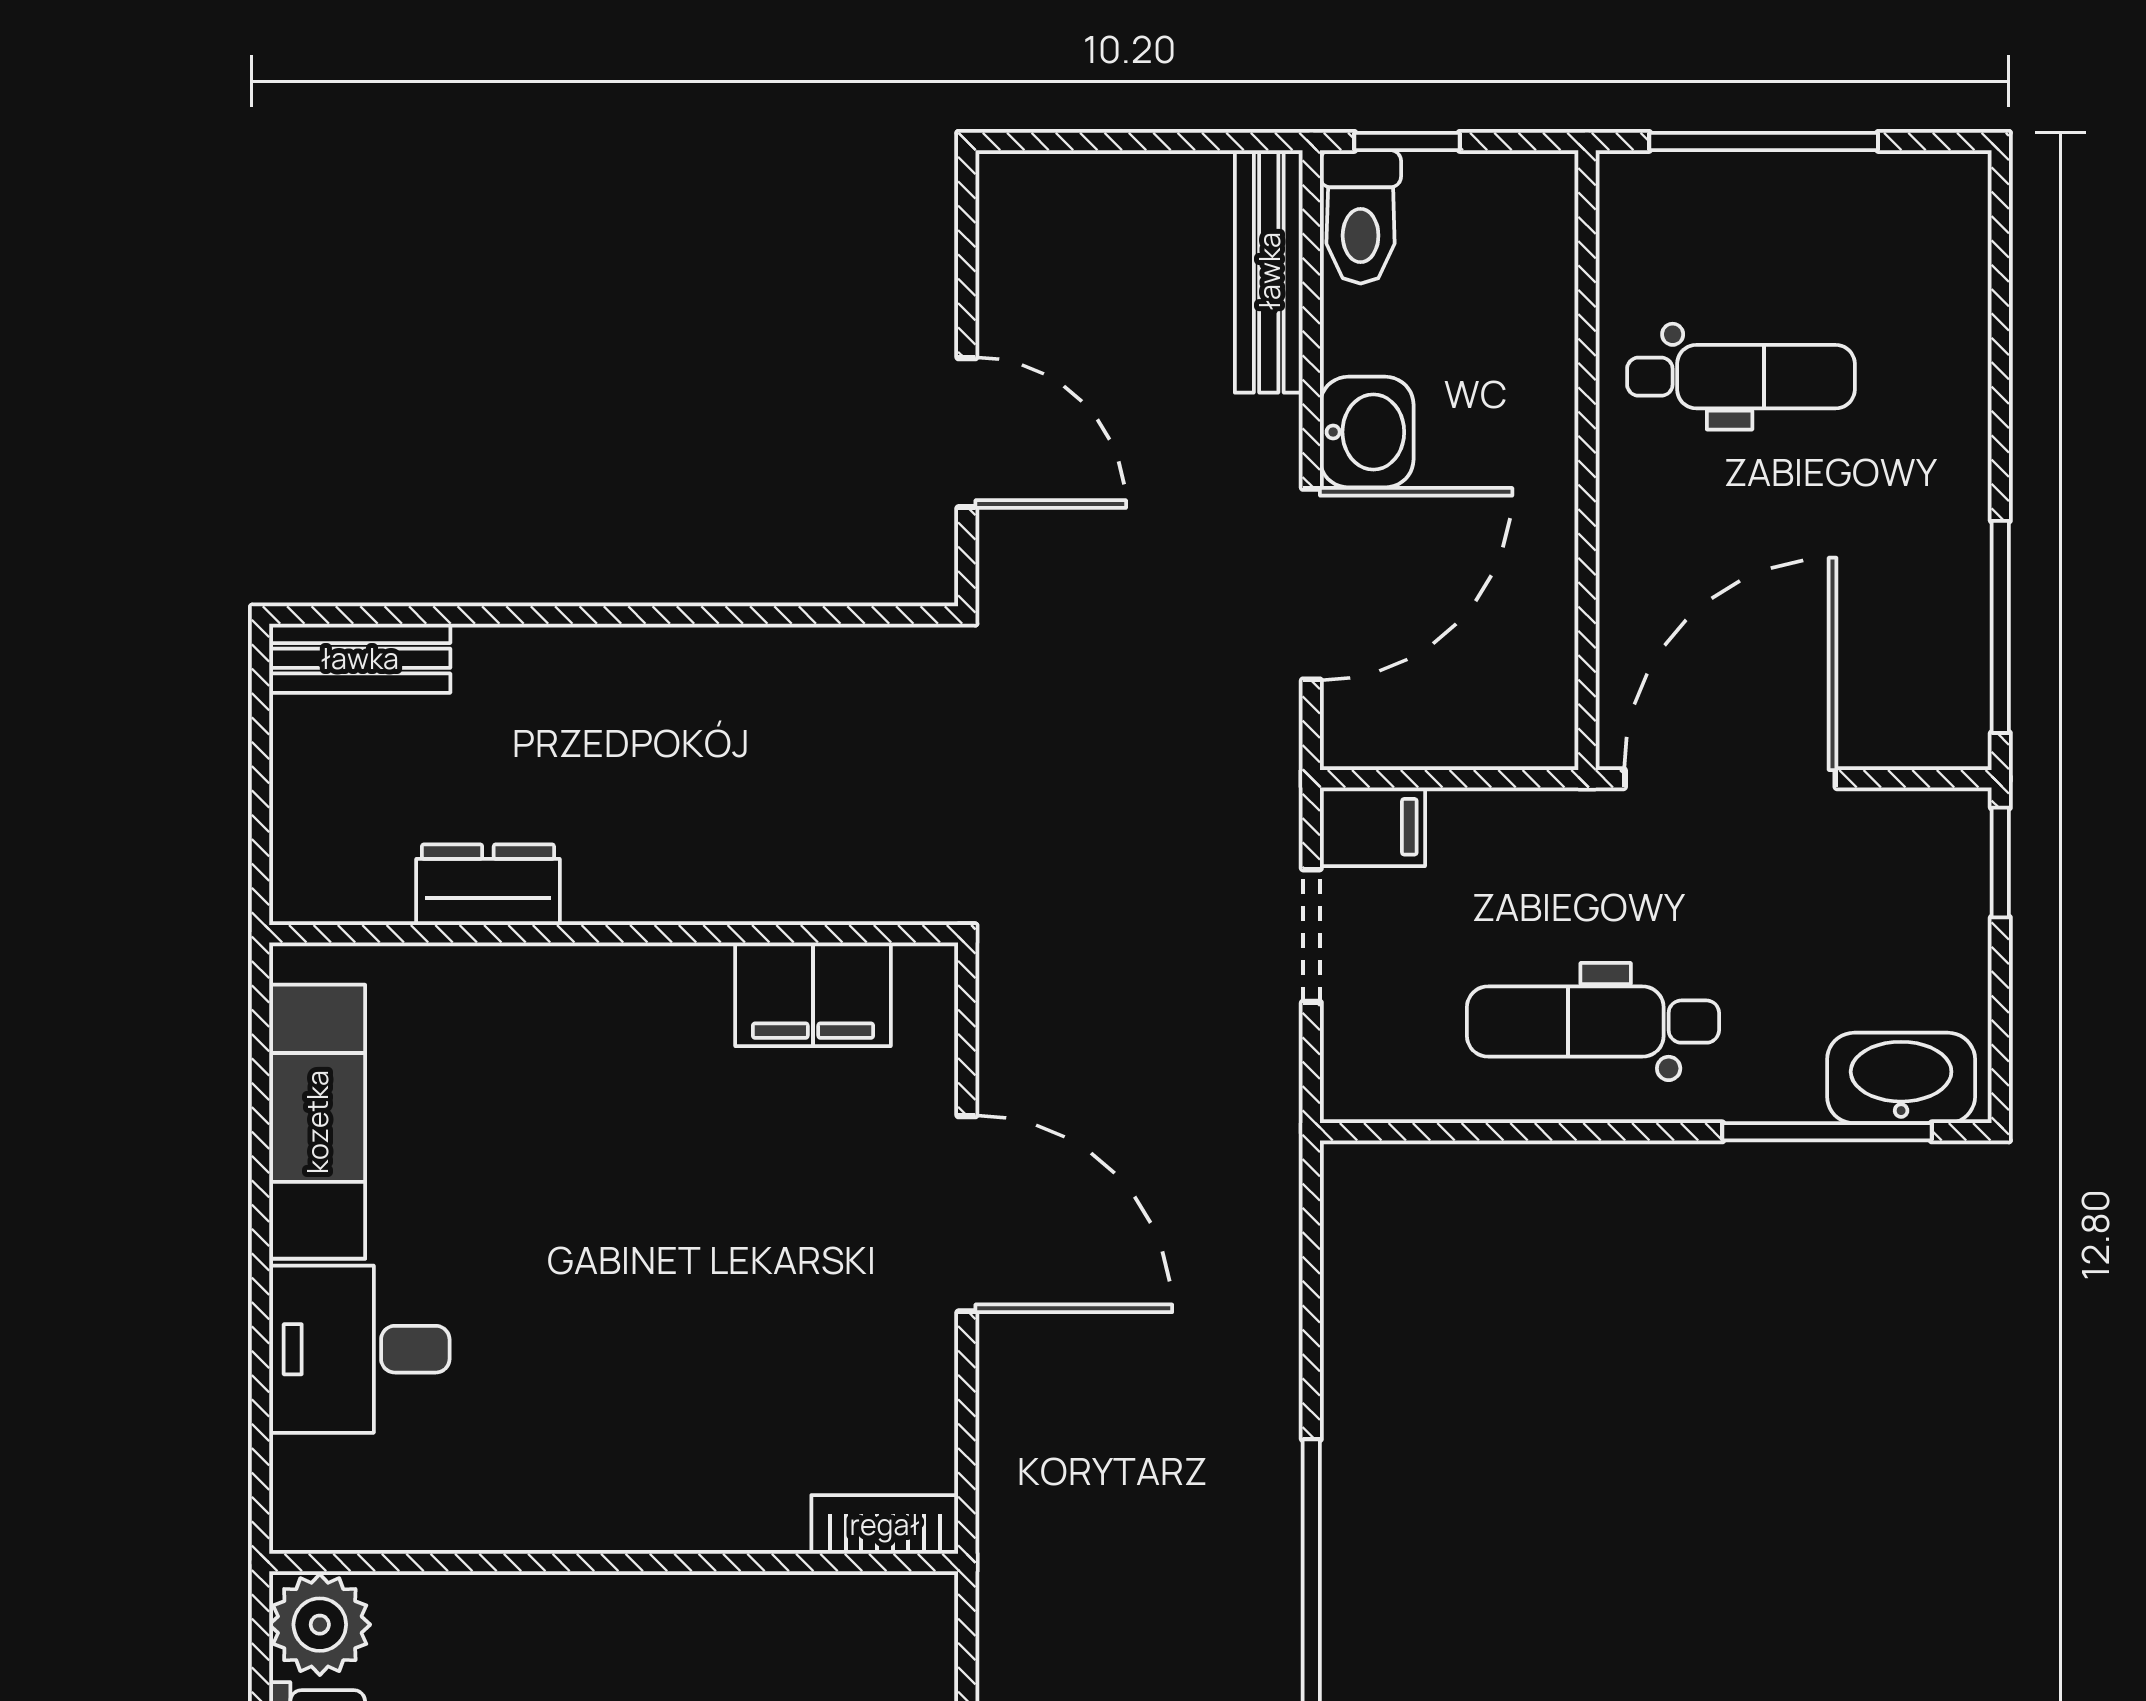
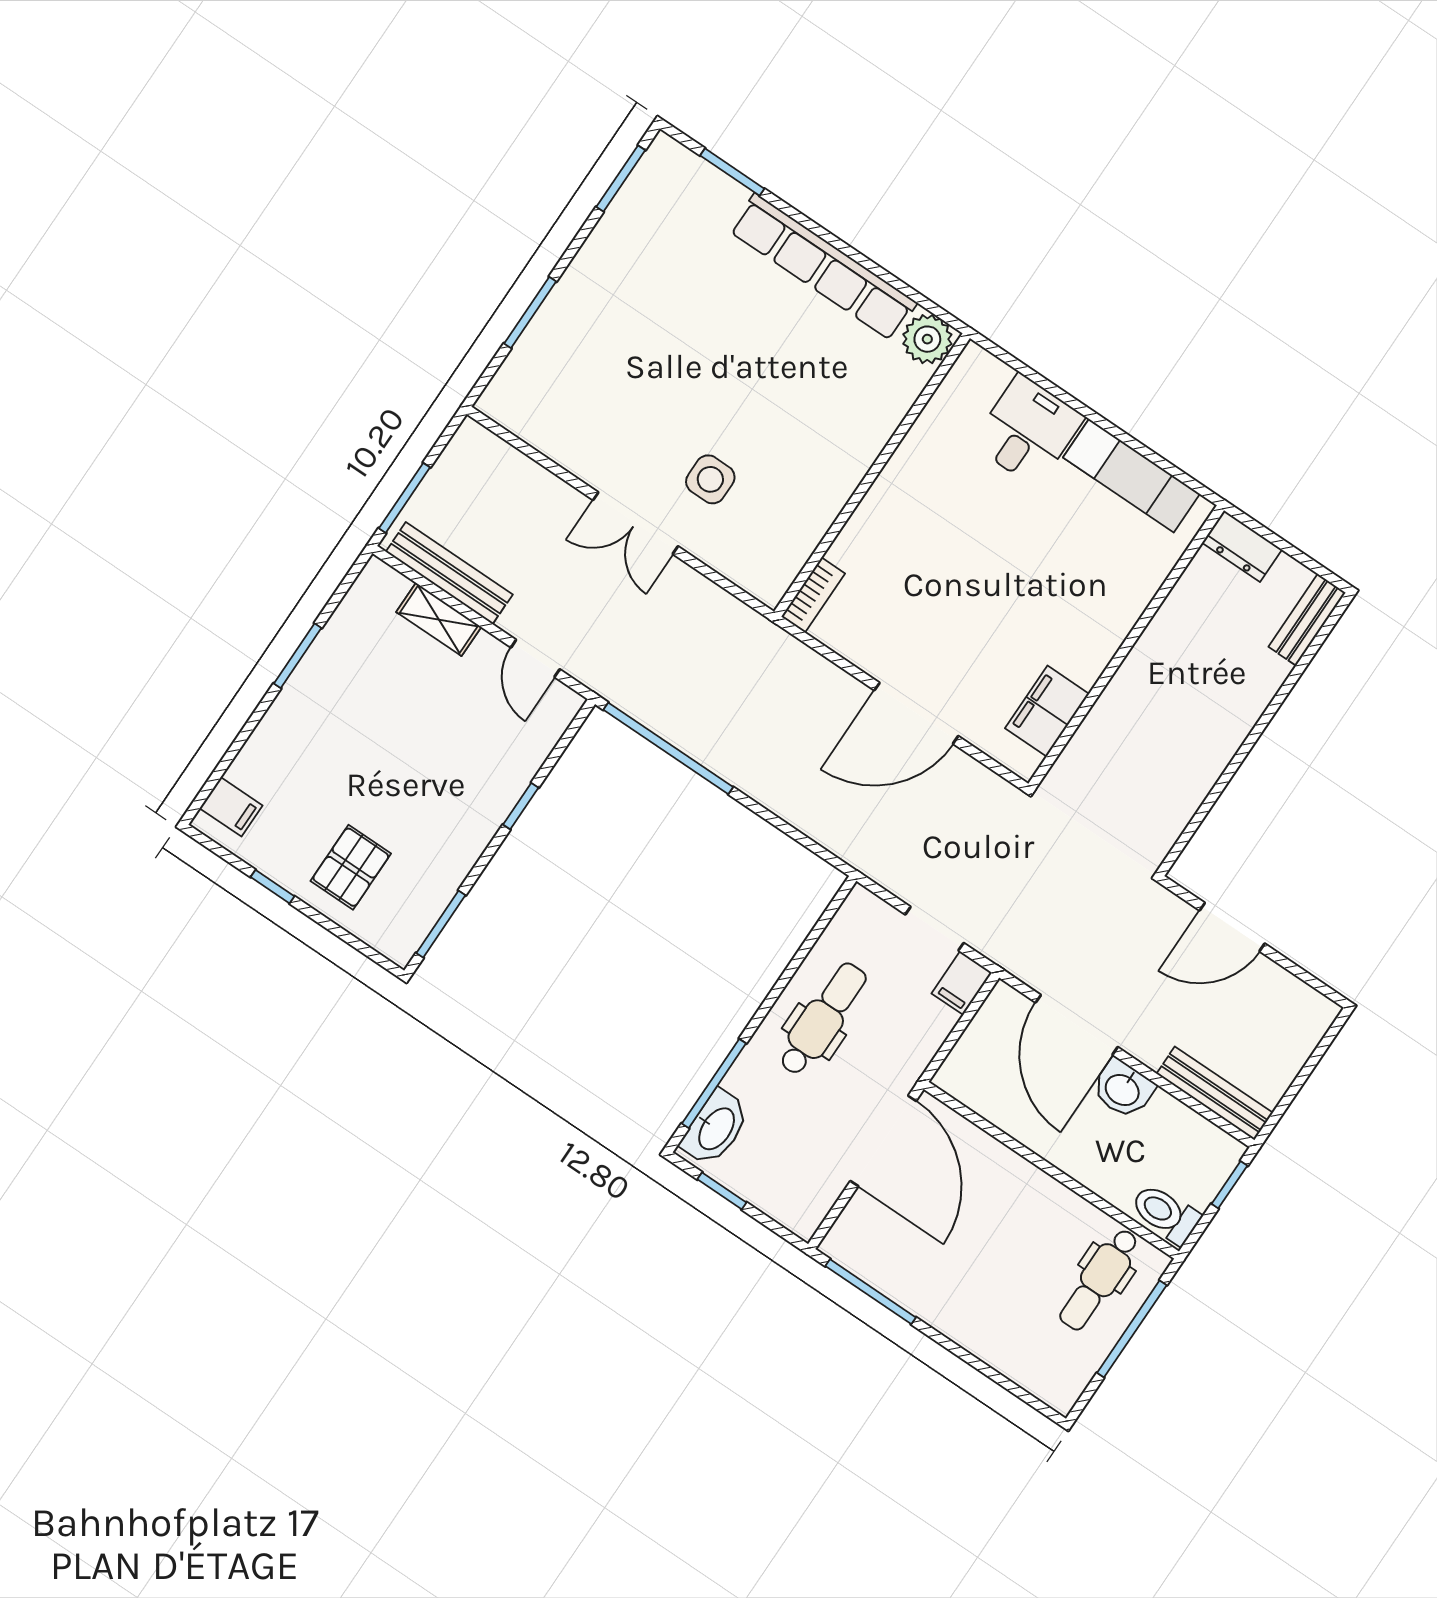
toilet: (1361, 217) -> (1165, 1214), moved
dental chair: (1741, 377) -> (1099, 1279), moved
window: (2000, 863) -> (722, 1191), moved
dresser: (488, 885) -> (1242, 546), moved, turned 90

